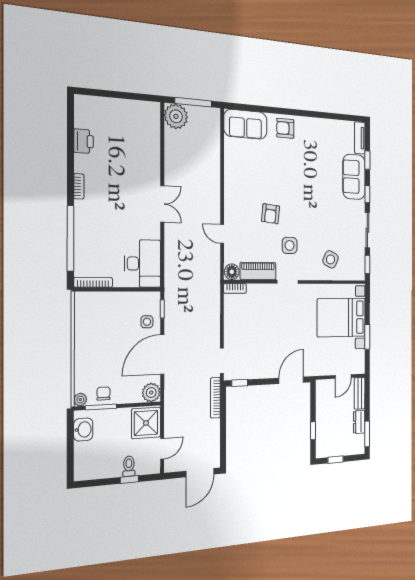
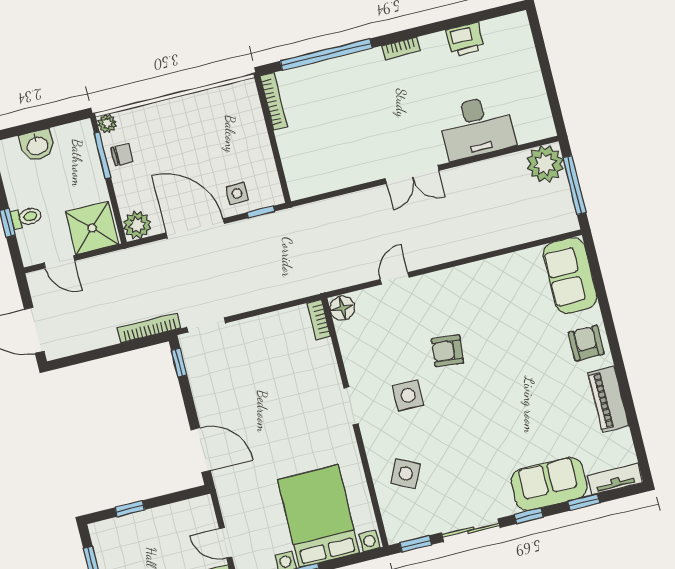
desk: (143, 264) -> (477, 127), moved
piano: (258, 271) -> (608, 399), moved, turned 180
washbasin: (83, 430) -> (37, 145), moved

